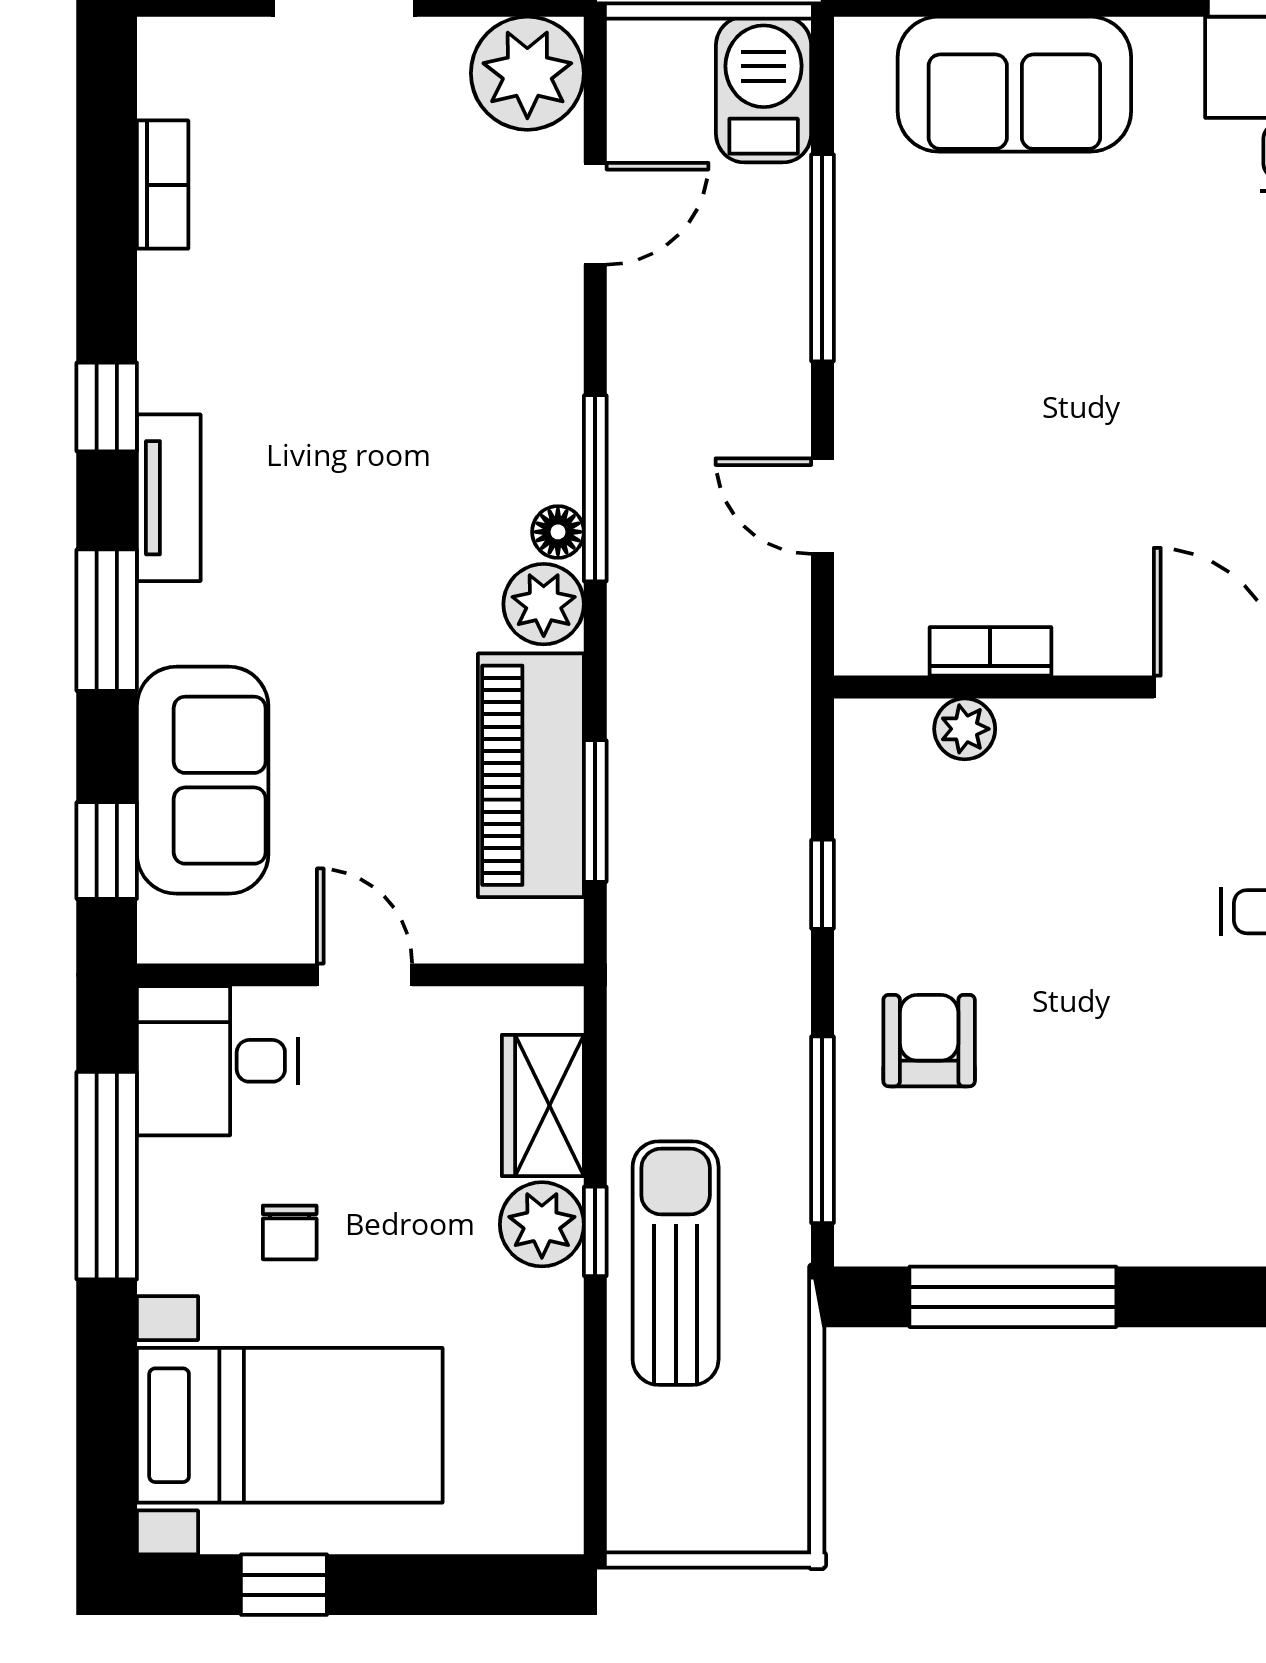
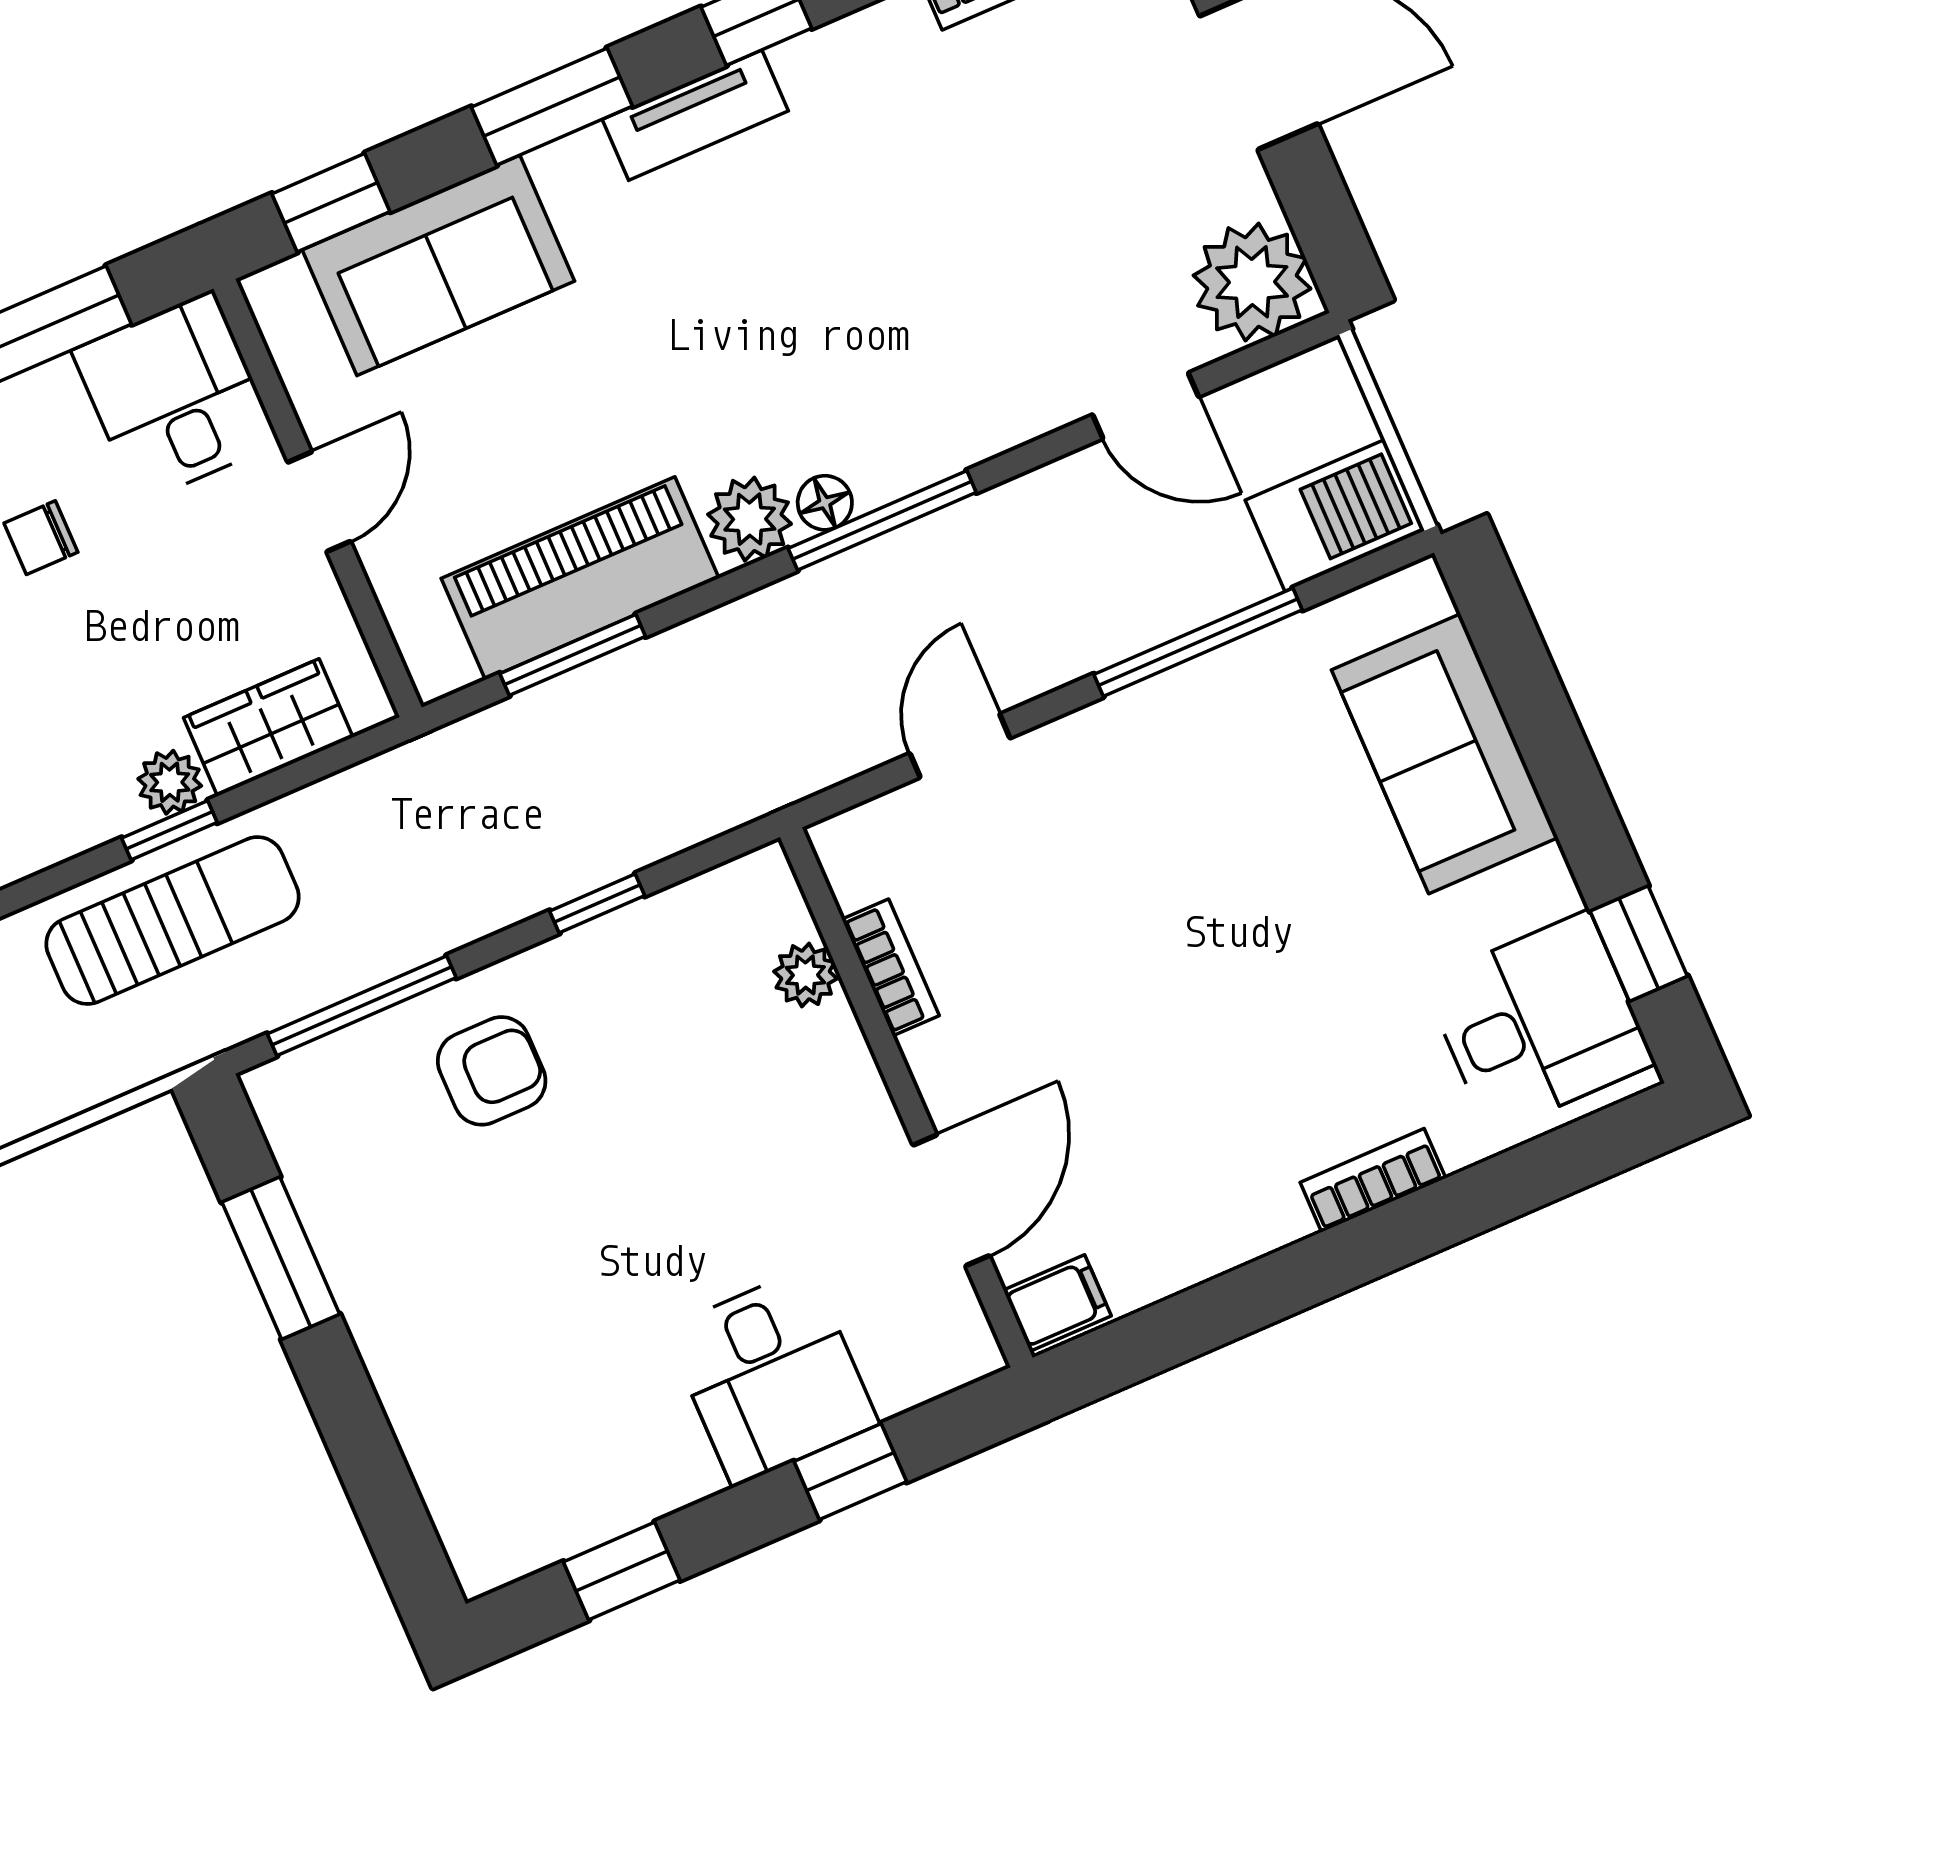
plant: (542, 1224) -> (170, 782), width x0.73, depth x0.73
window: (1013, 1297) -> (281, 1258), width x0.69

